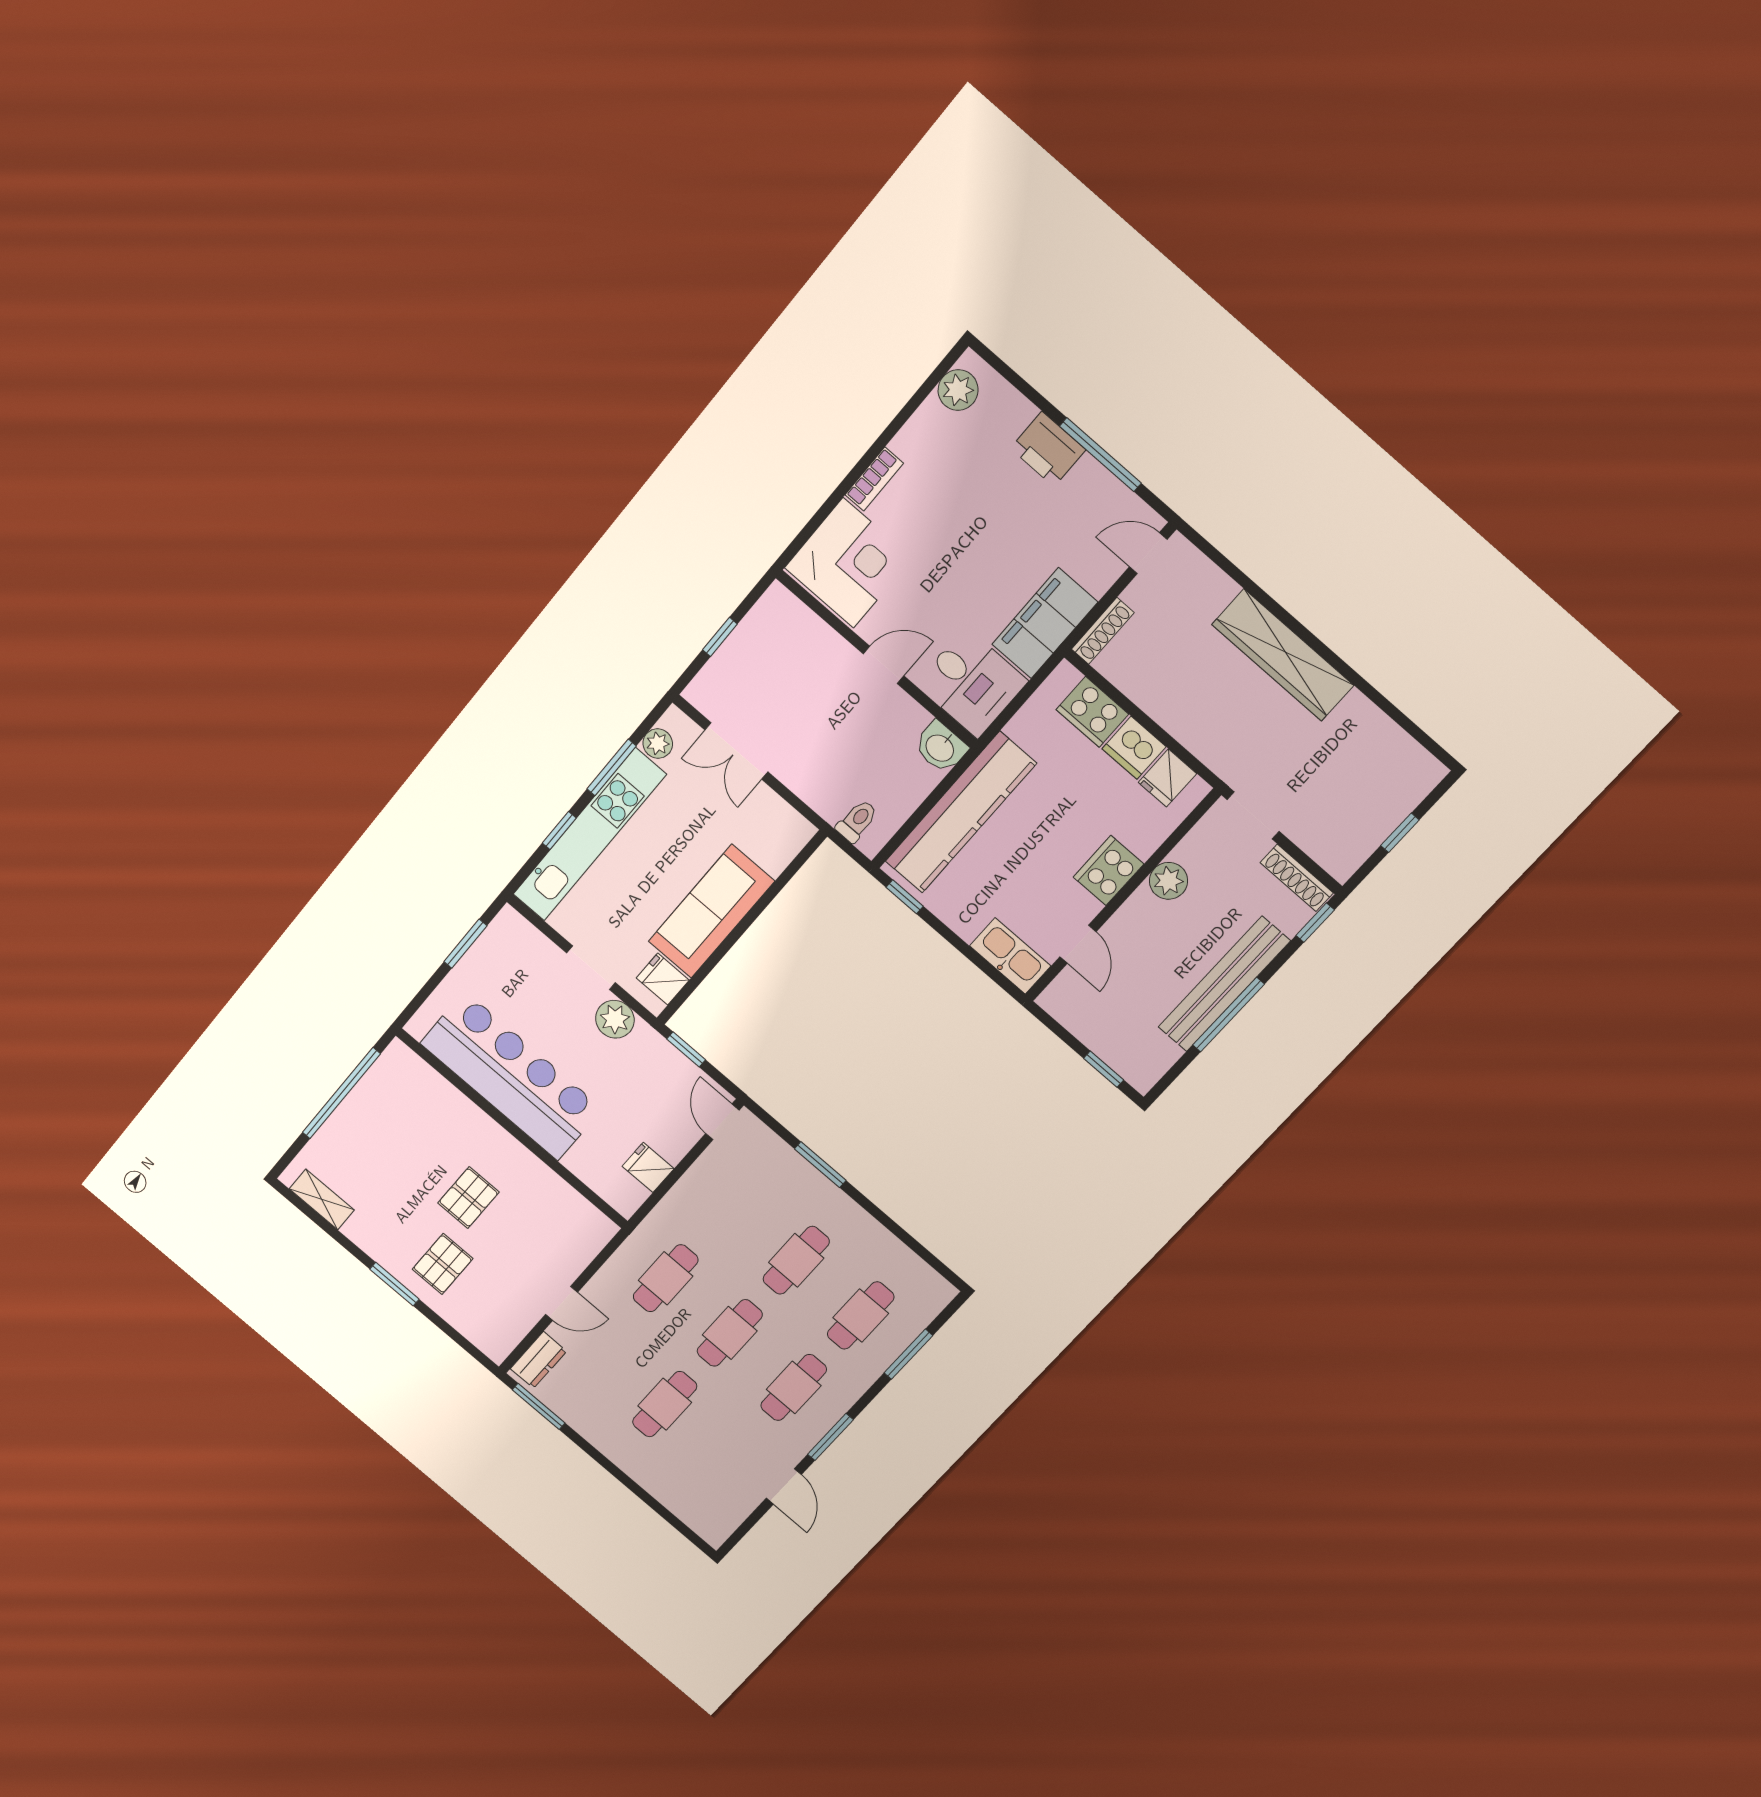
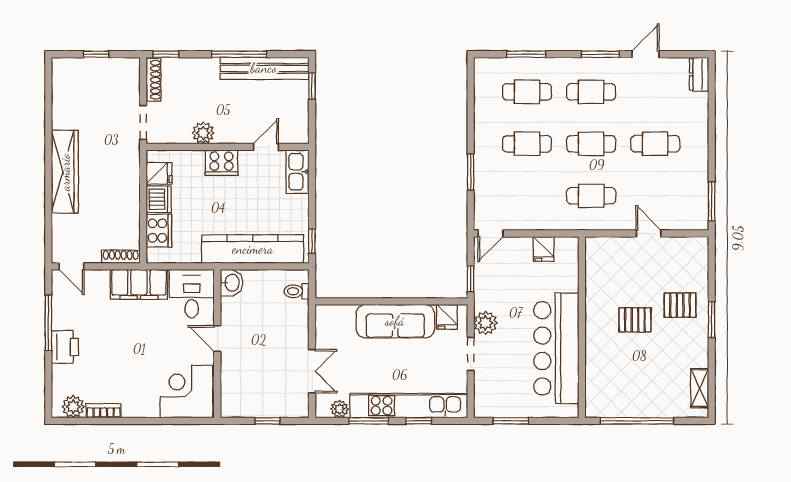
bookcase: (874, 479) -> (104, 411), moved
bench: (1224, 984) -> (264, 68), moved
dresser: (539, 1360) -> (699, 74), moved, turned -90

